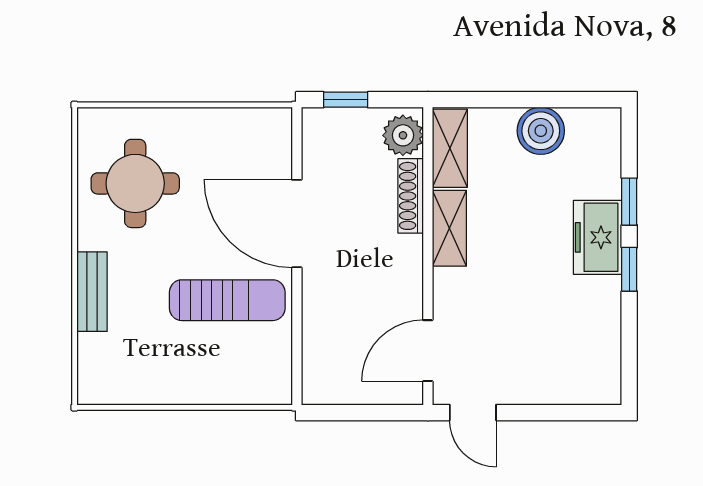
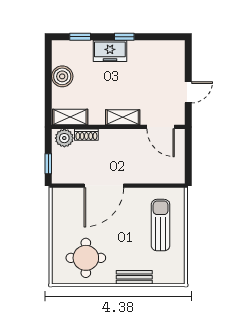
shoe rack: (411, 196) -> (86, 135), width x0.70
window: (629, 202) -> (80, 37), moved
shelving: (449, 228) -> (123, 117), moved
sun lounger: (227, 300) -> (161, 225), moved
door: (473, 413) -> (188, 92), moved

